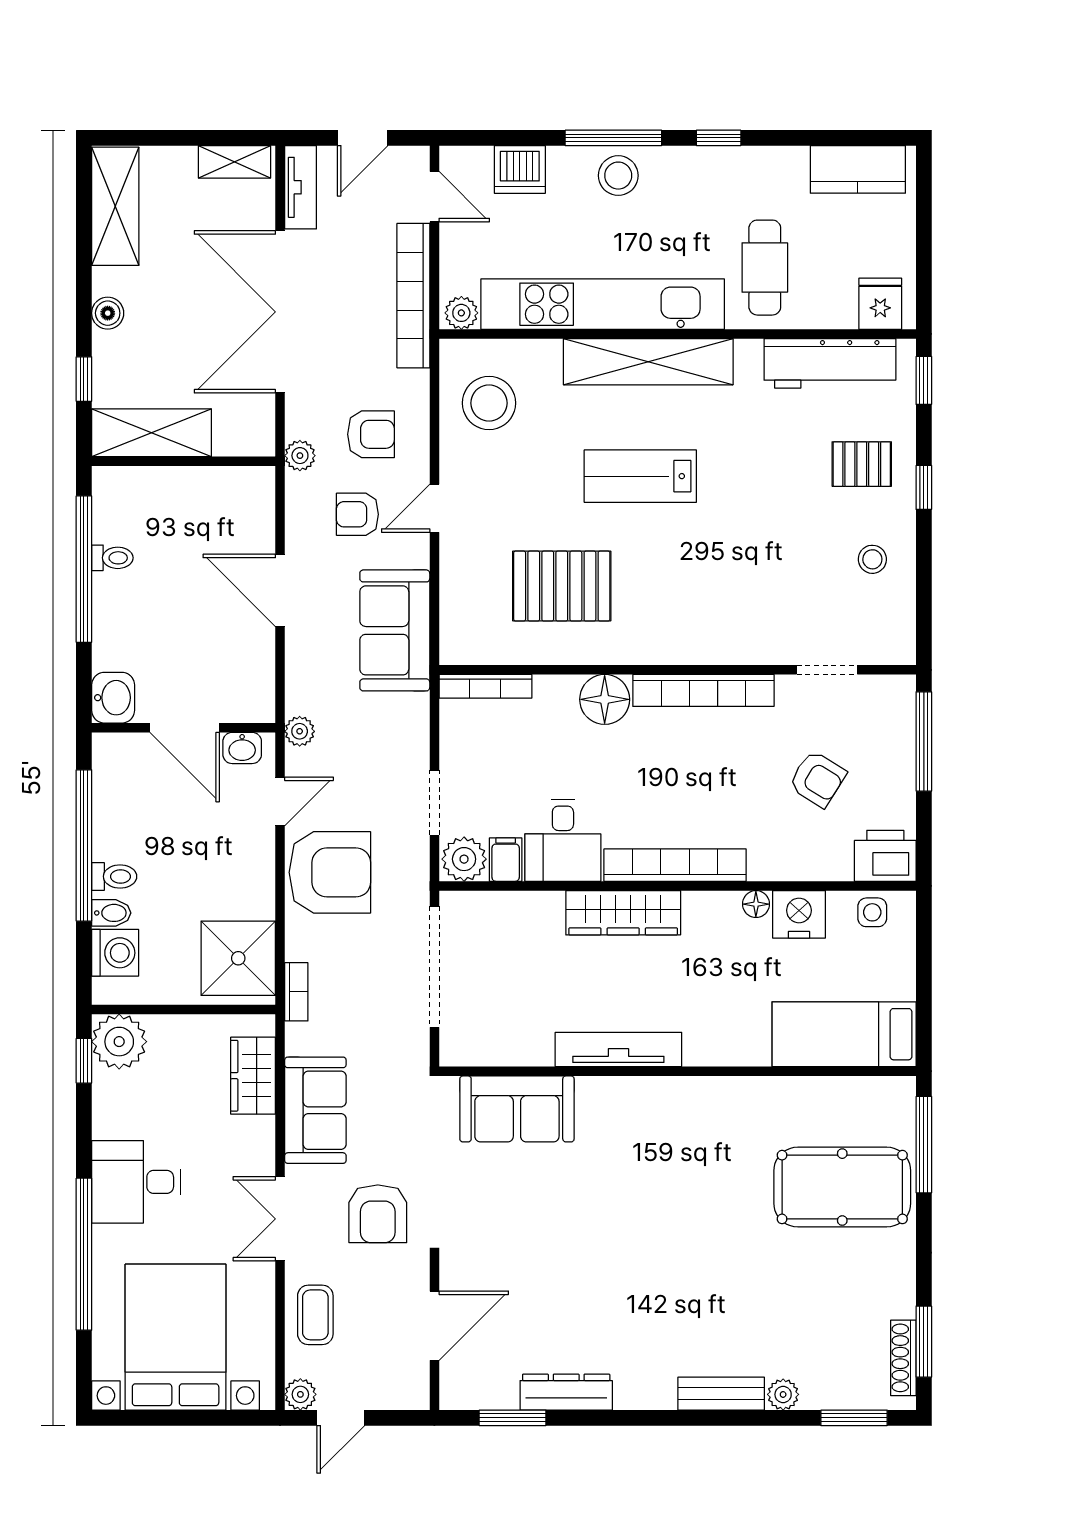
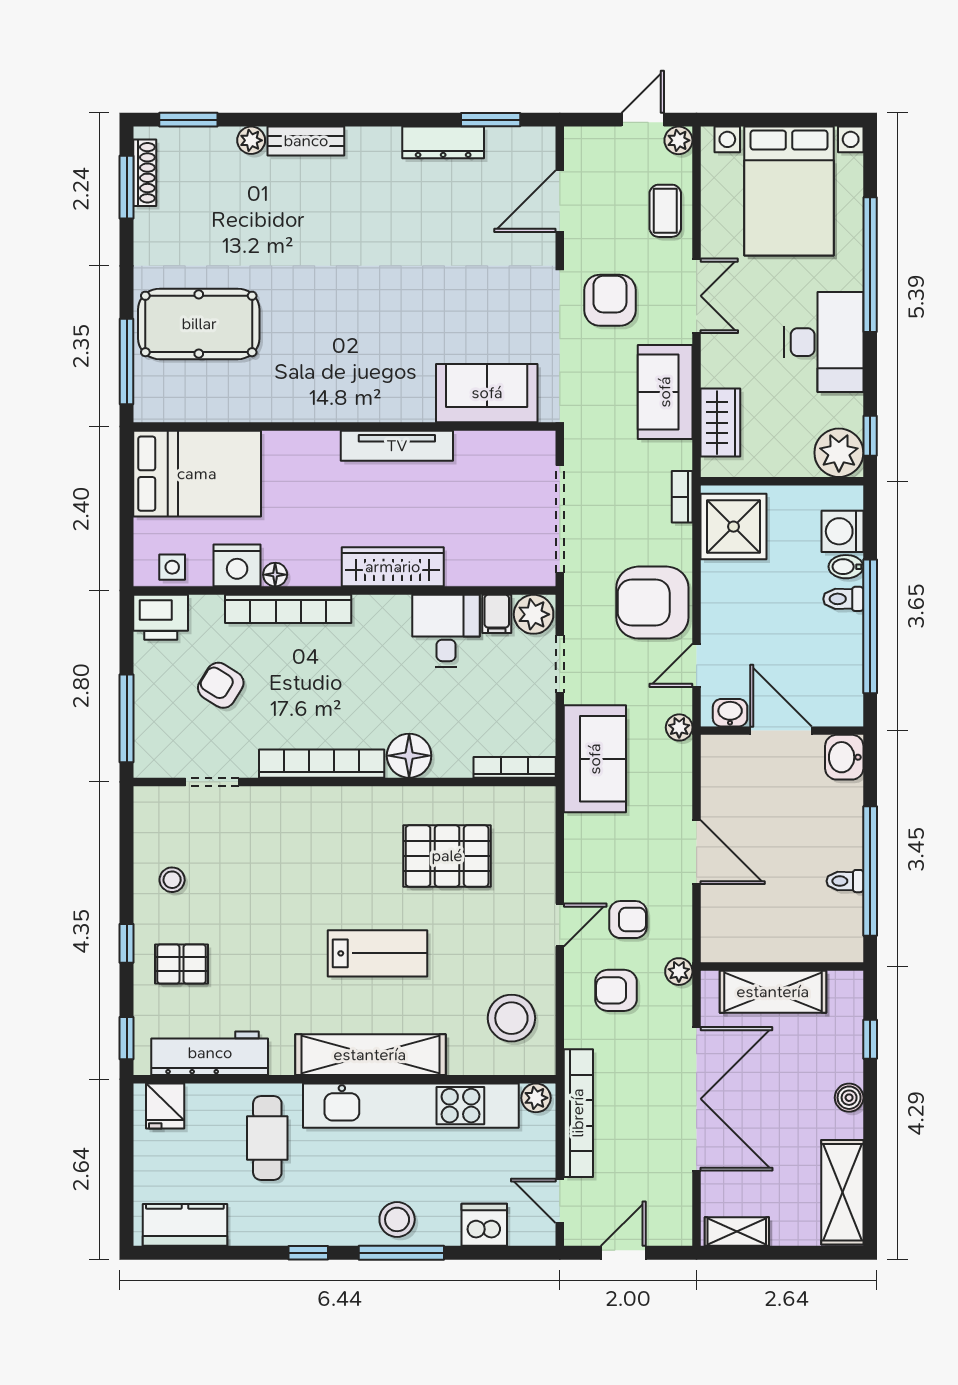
tv unit: (301, 187) -> (678, 1209), removed
shelving: (152, 433) -> (773, 992), moved
sofa: (395, 630) -> (595, 759), moved
bookcase: (675, 865) -> (288, 609), moved
bed: (844, 1034) -> (197, 474), width x1.50
desk: (136, 1182) -> (824, 342), width x1.37

